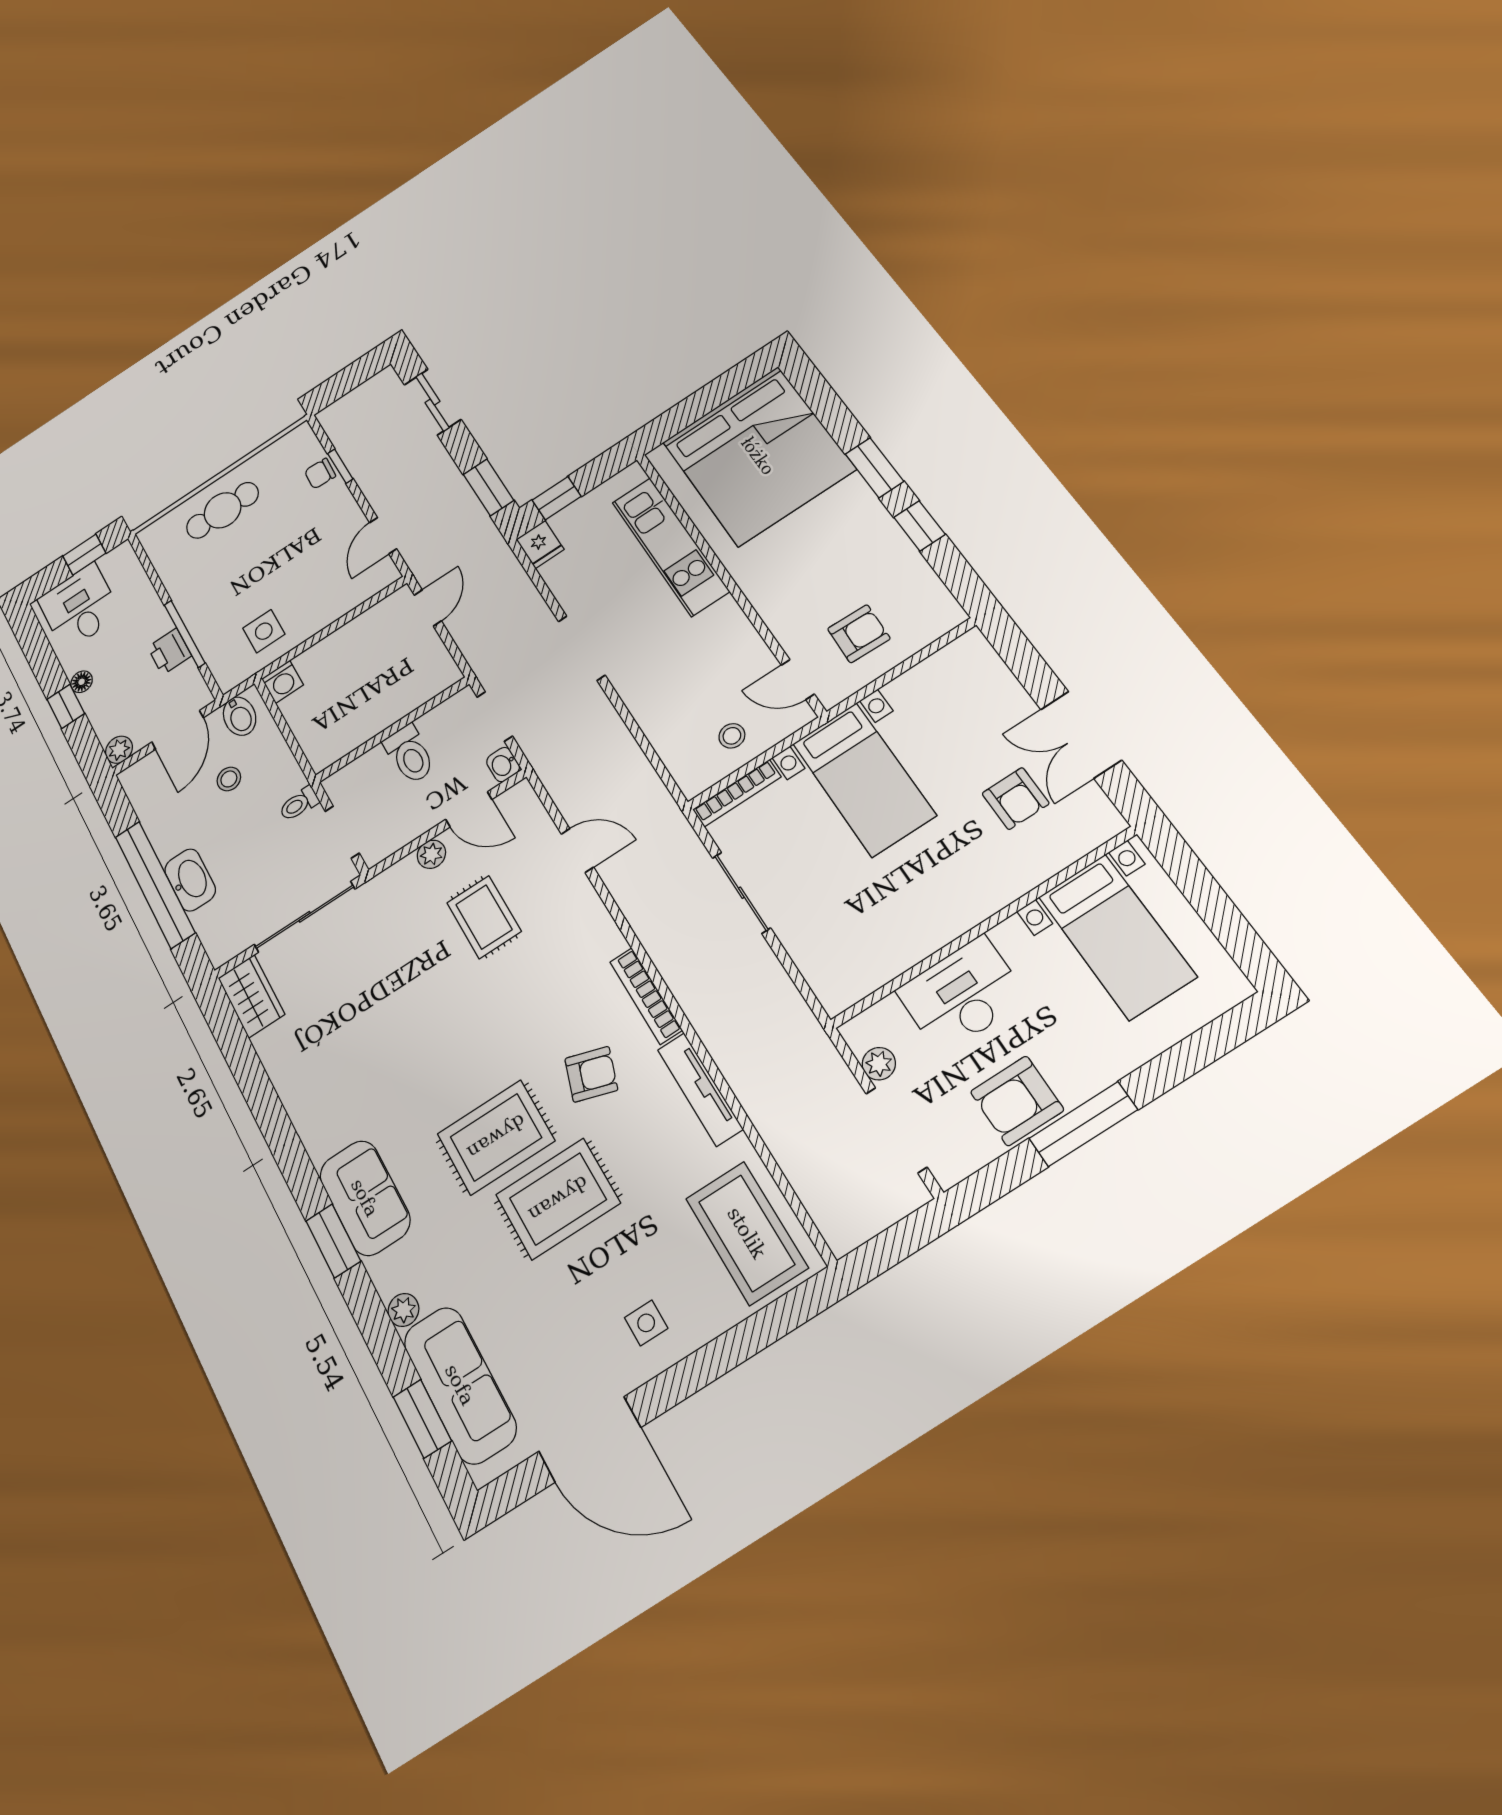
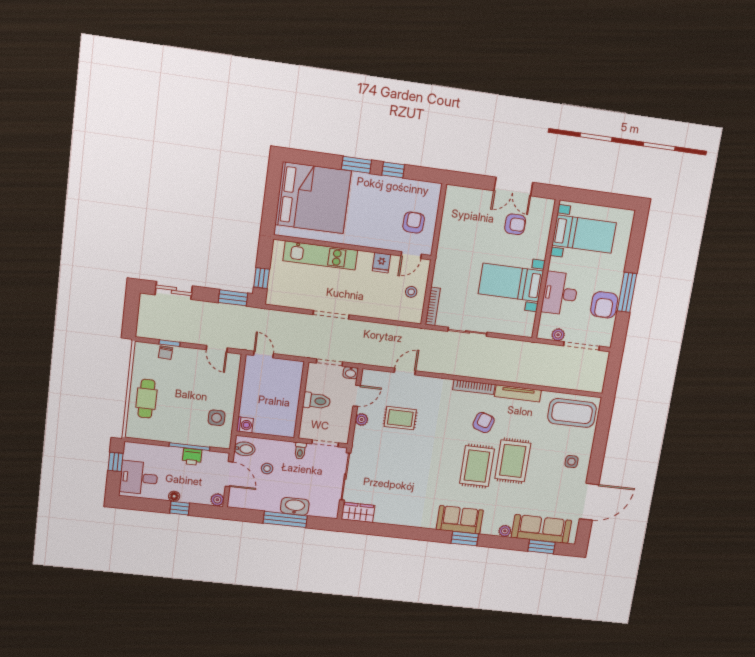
fridge: (540, 544) -> (381, 263), moved, turned 90
bed with nightstands: (864, 779) -> (511, 282), moved, turned 180
window: (155, 884) -> (285, 519), width x0.68

